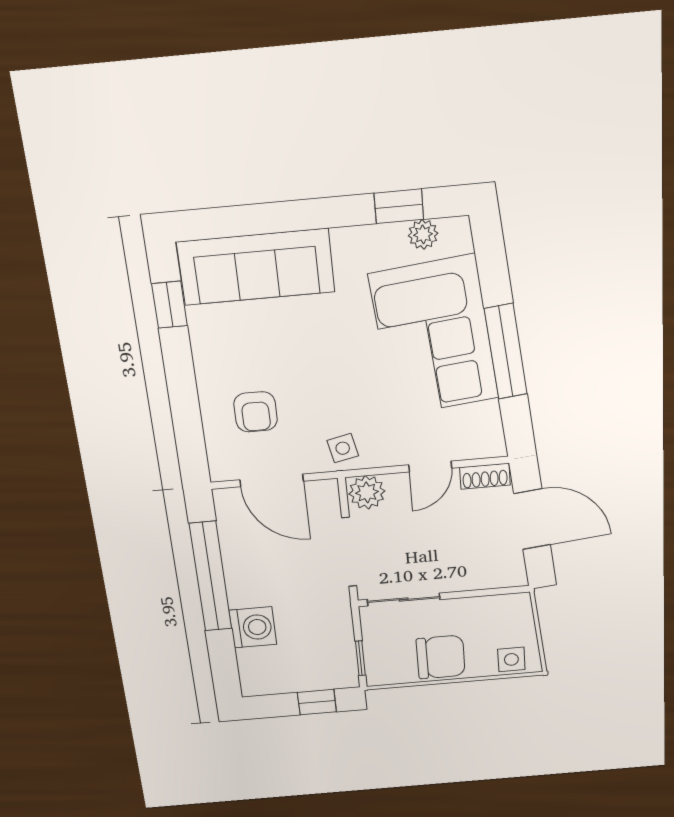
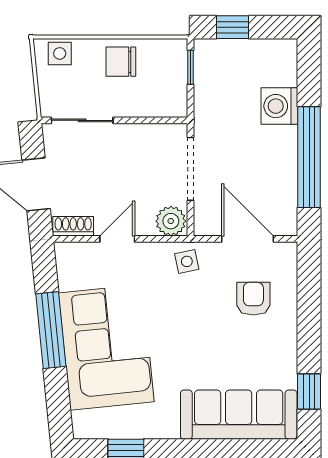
plant: (423, 234) -> (109, 428), removed
sliding door: (404, 599) -> (82, 120), moved
chair: (441, 657) -> (121, 62), width x0.73, depth x0.73

